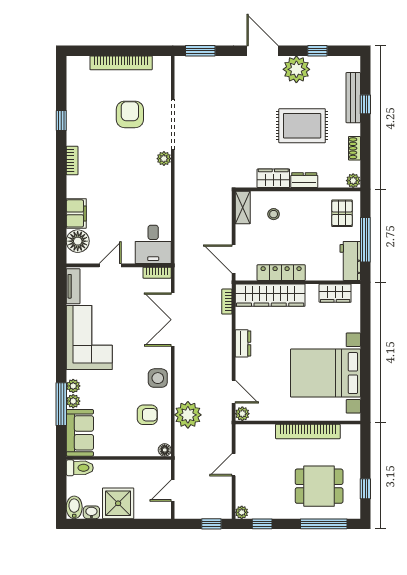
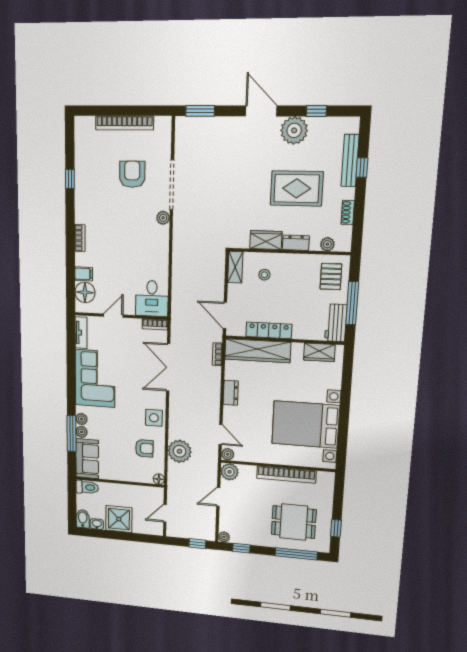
bookcase: (72, 161) -> (80, 238), moved
plant: (353, 181) -> (327, 244), moved
filing cabinet: (76, 213) -> (84, 274), width x0.50
plant: (245, 434) -> (229, 472), added

